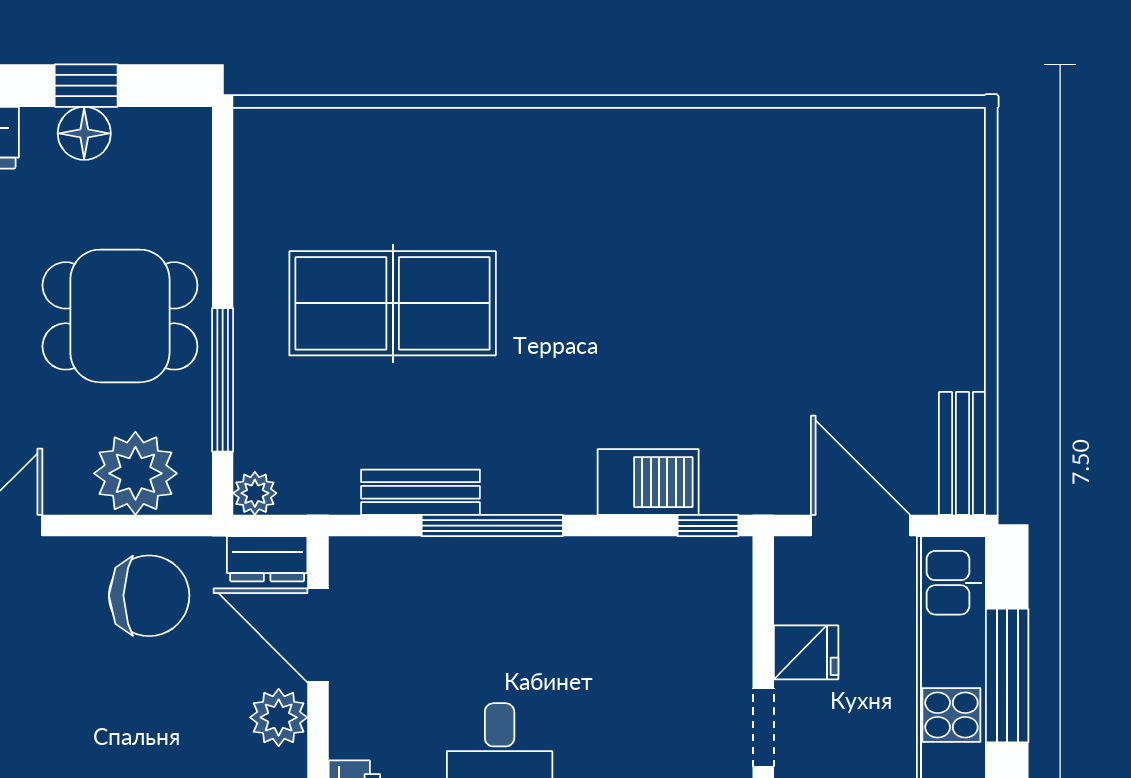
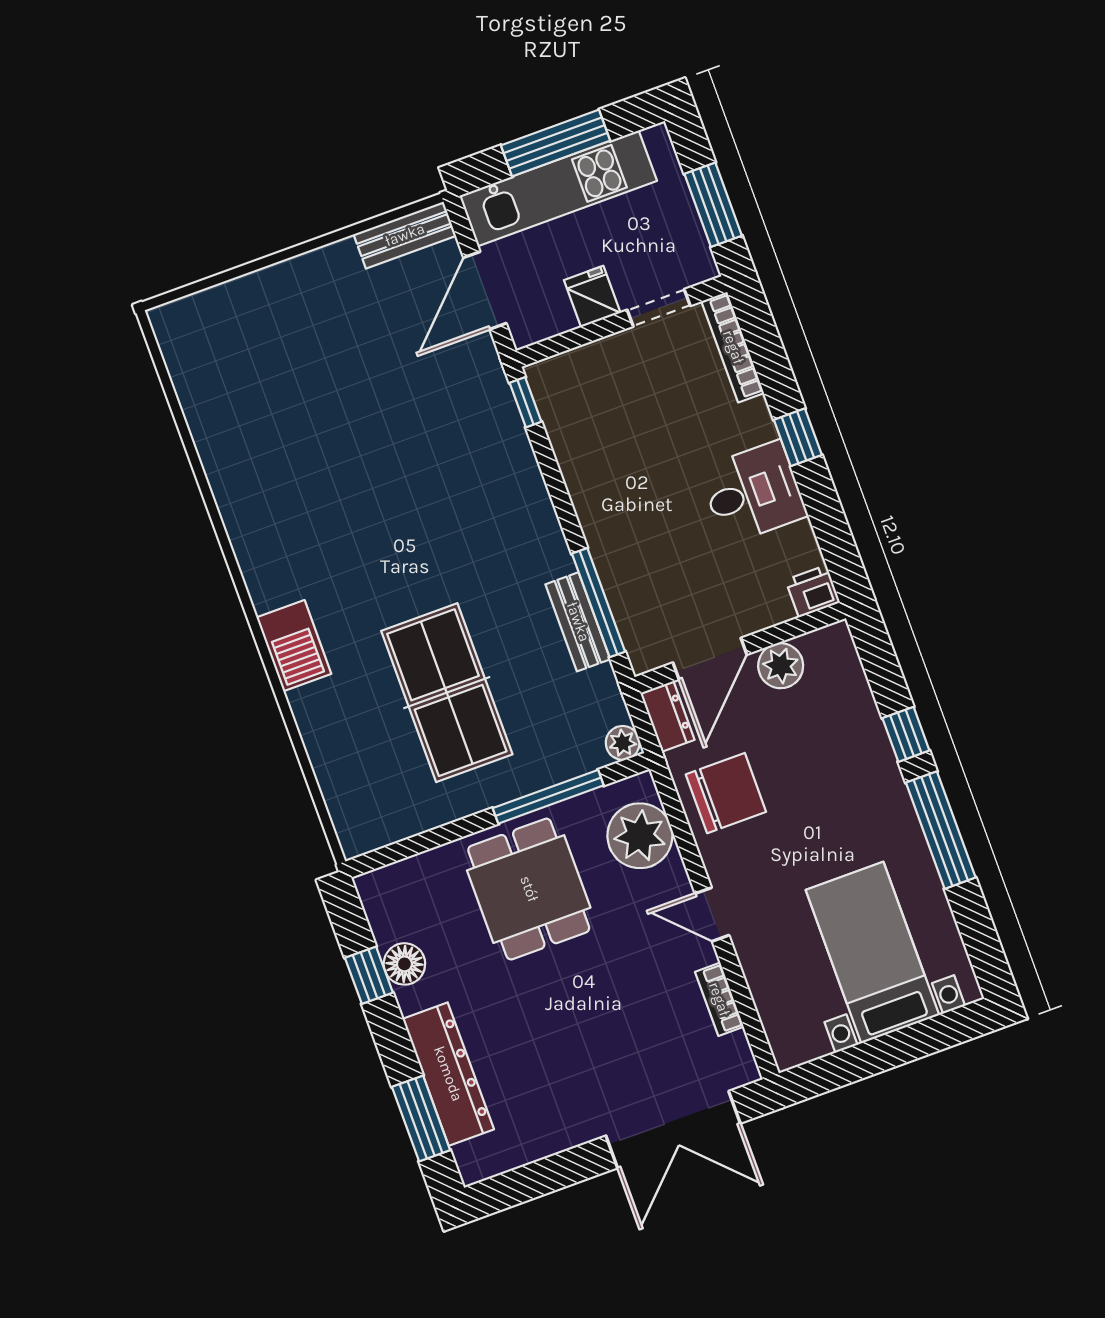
barbecue: (648, 482) -> (294, 646), moved, turned 180
window: (492, 526) -> (598, 603), moved
chair: (149, 596) -> (726, 793), turned 90

